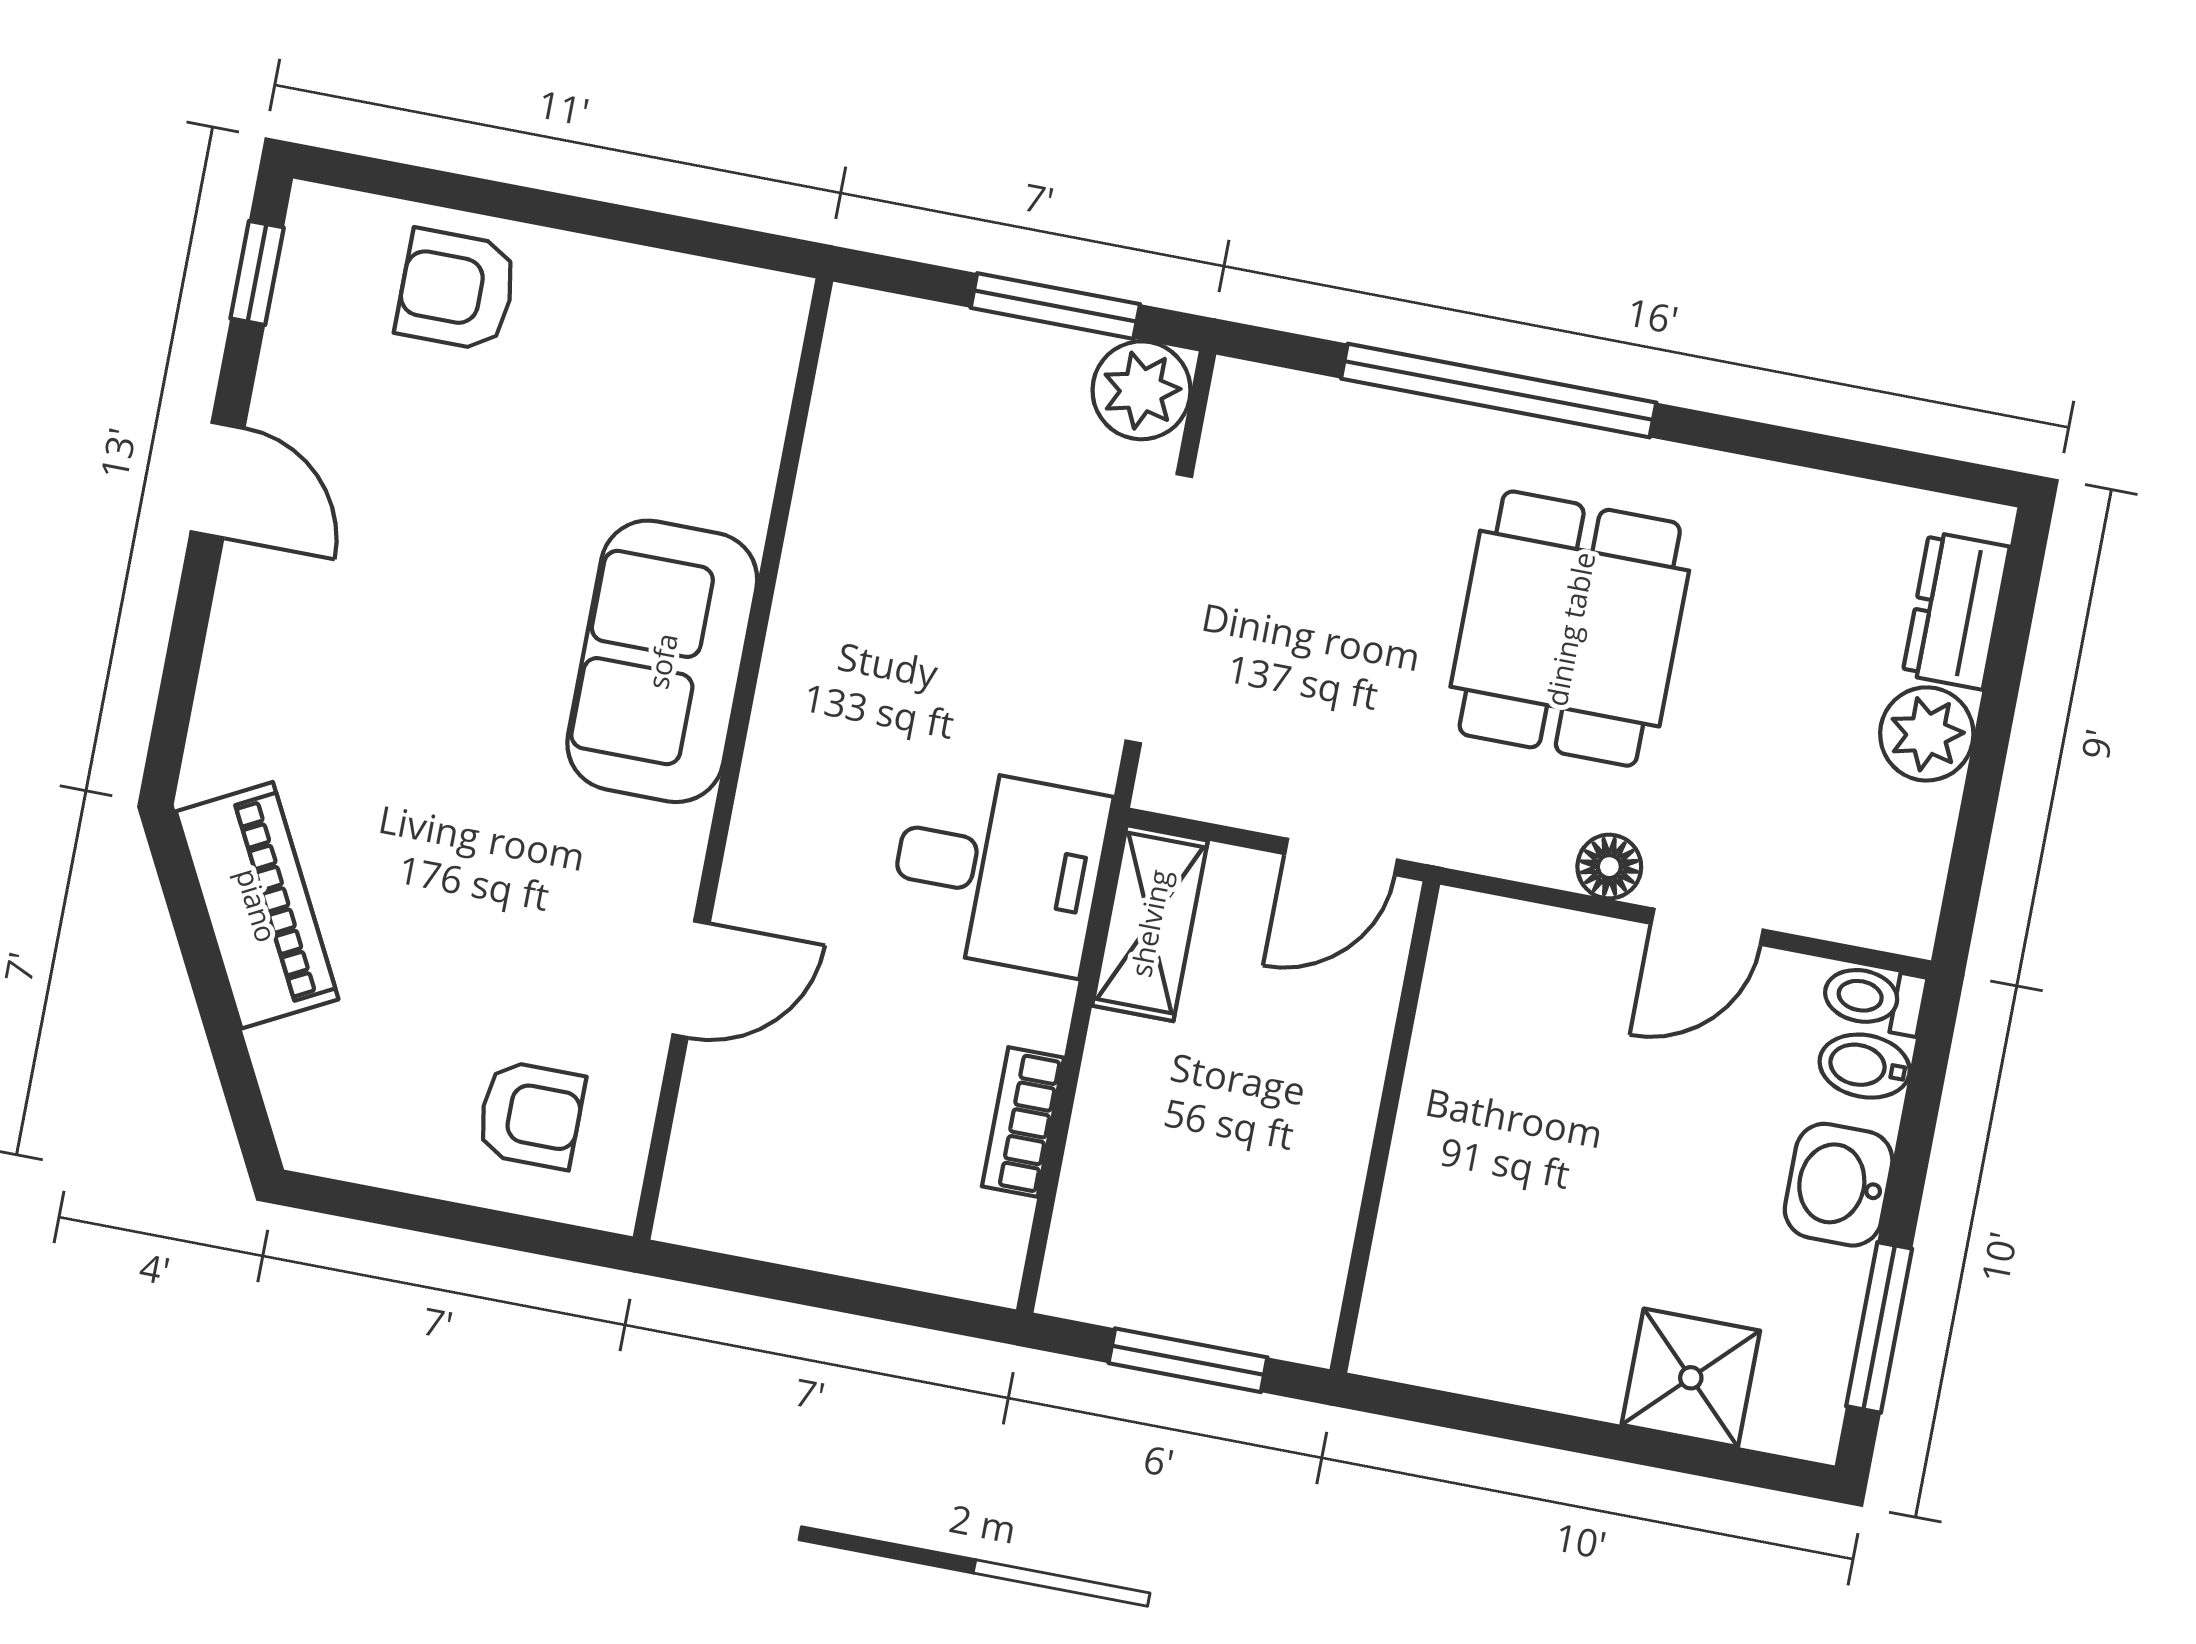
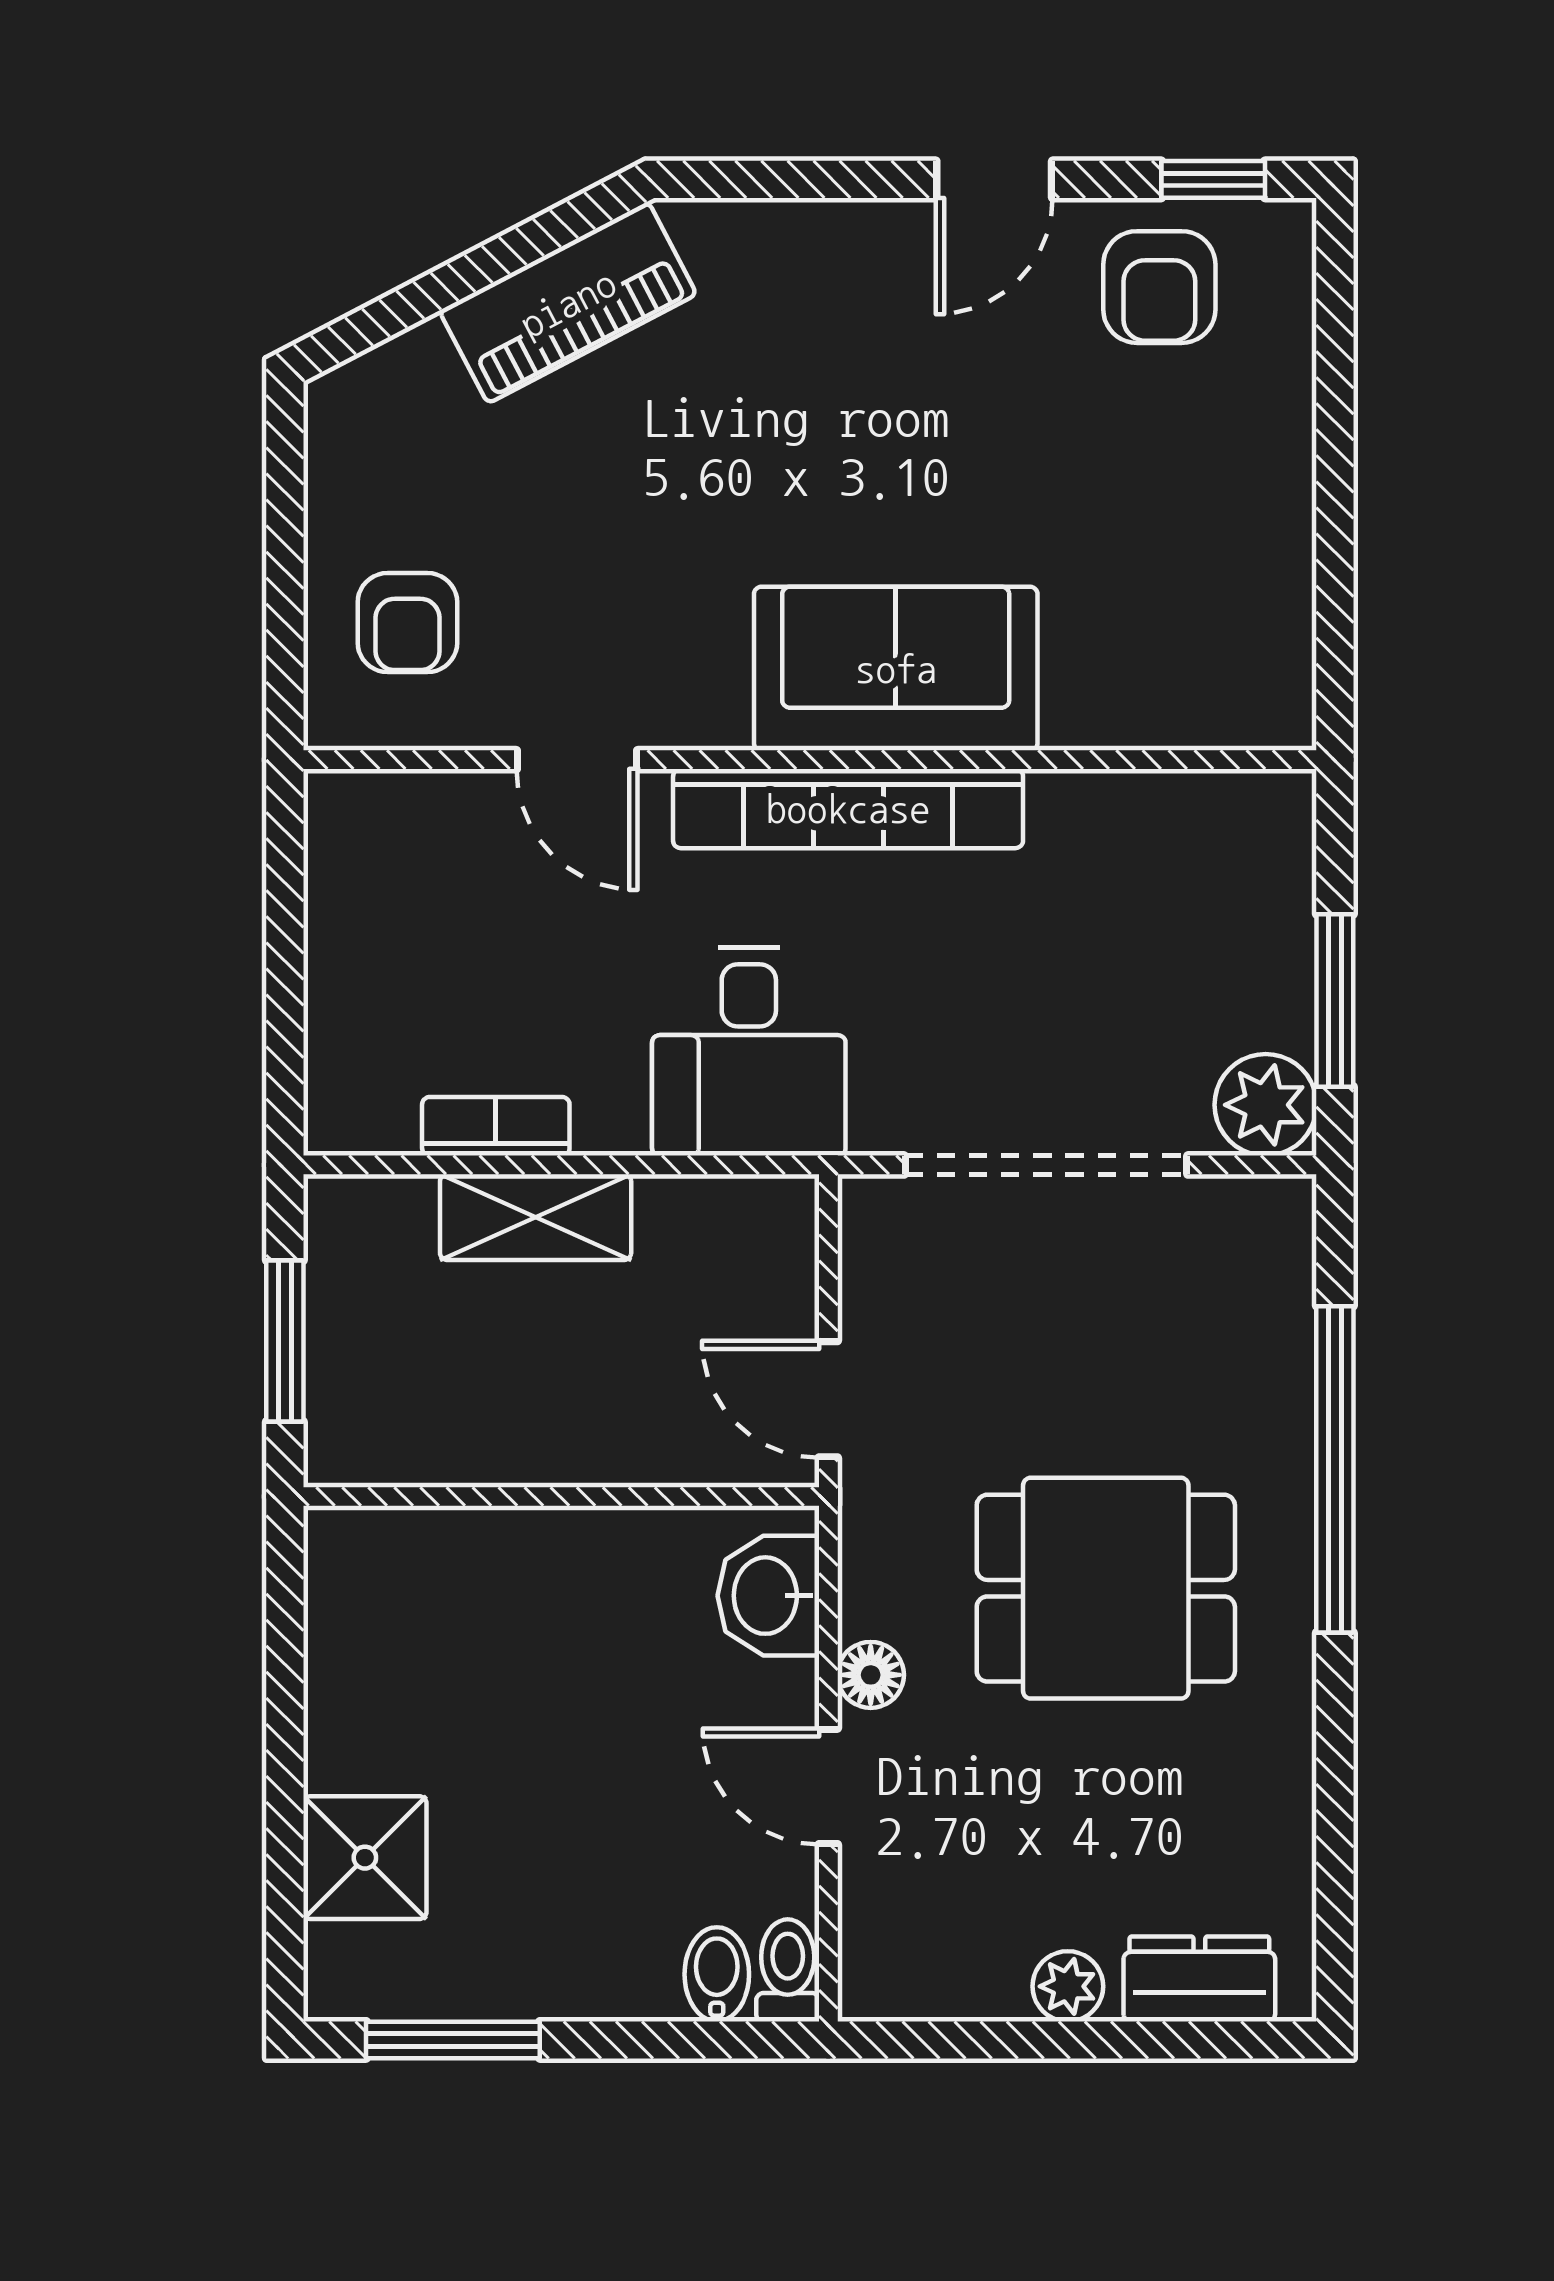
armchair: (457, 290) -> (1159, 287), moved, turned 180
bookcase: (786, 732) -> (848, 809), added
plant: (1927, 734) -> (1068, 1986), width x0.73, depth x0.73
shelving: (1150, 923) -> (536, 1217), moved
washbasin: (1839, 1185) -> (768, 1596), moved, turned -90

